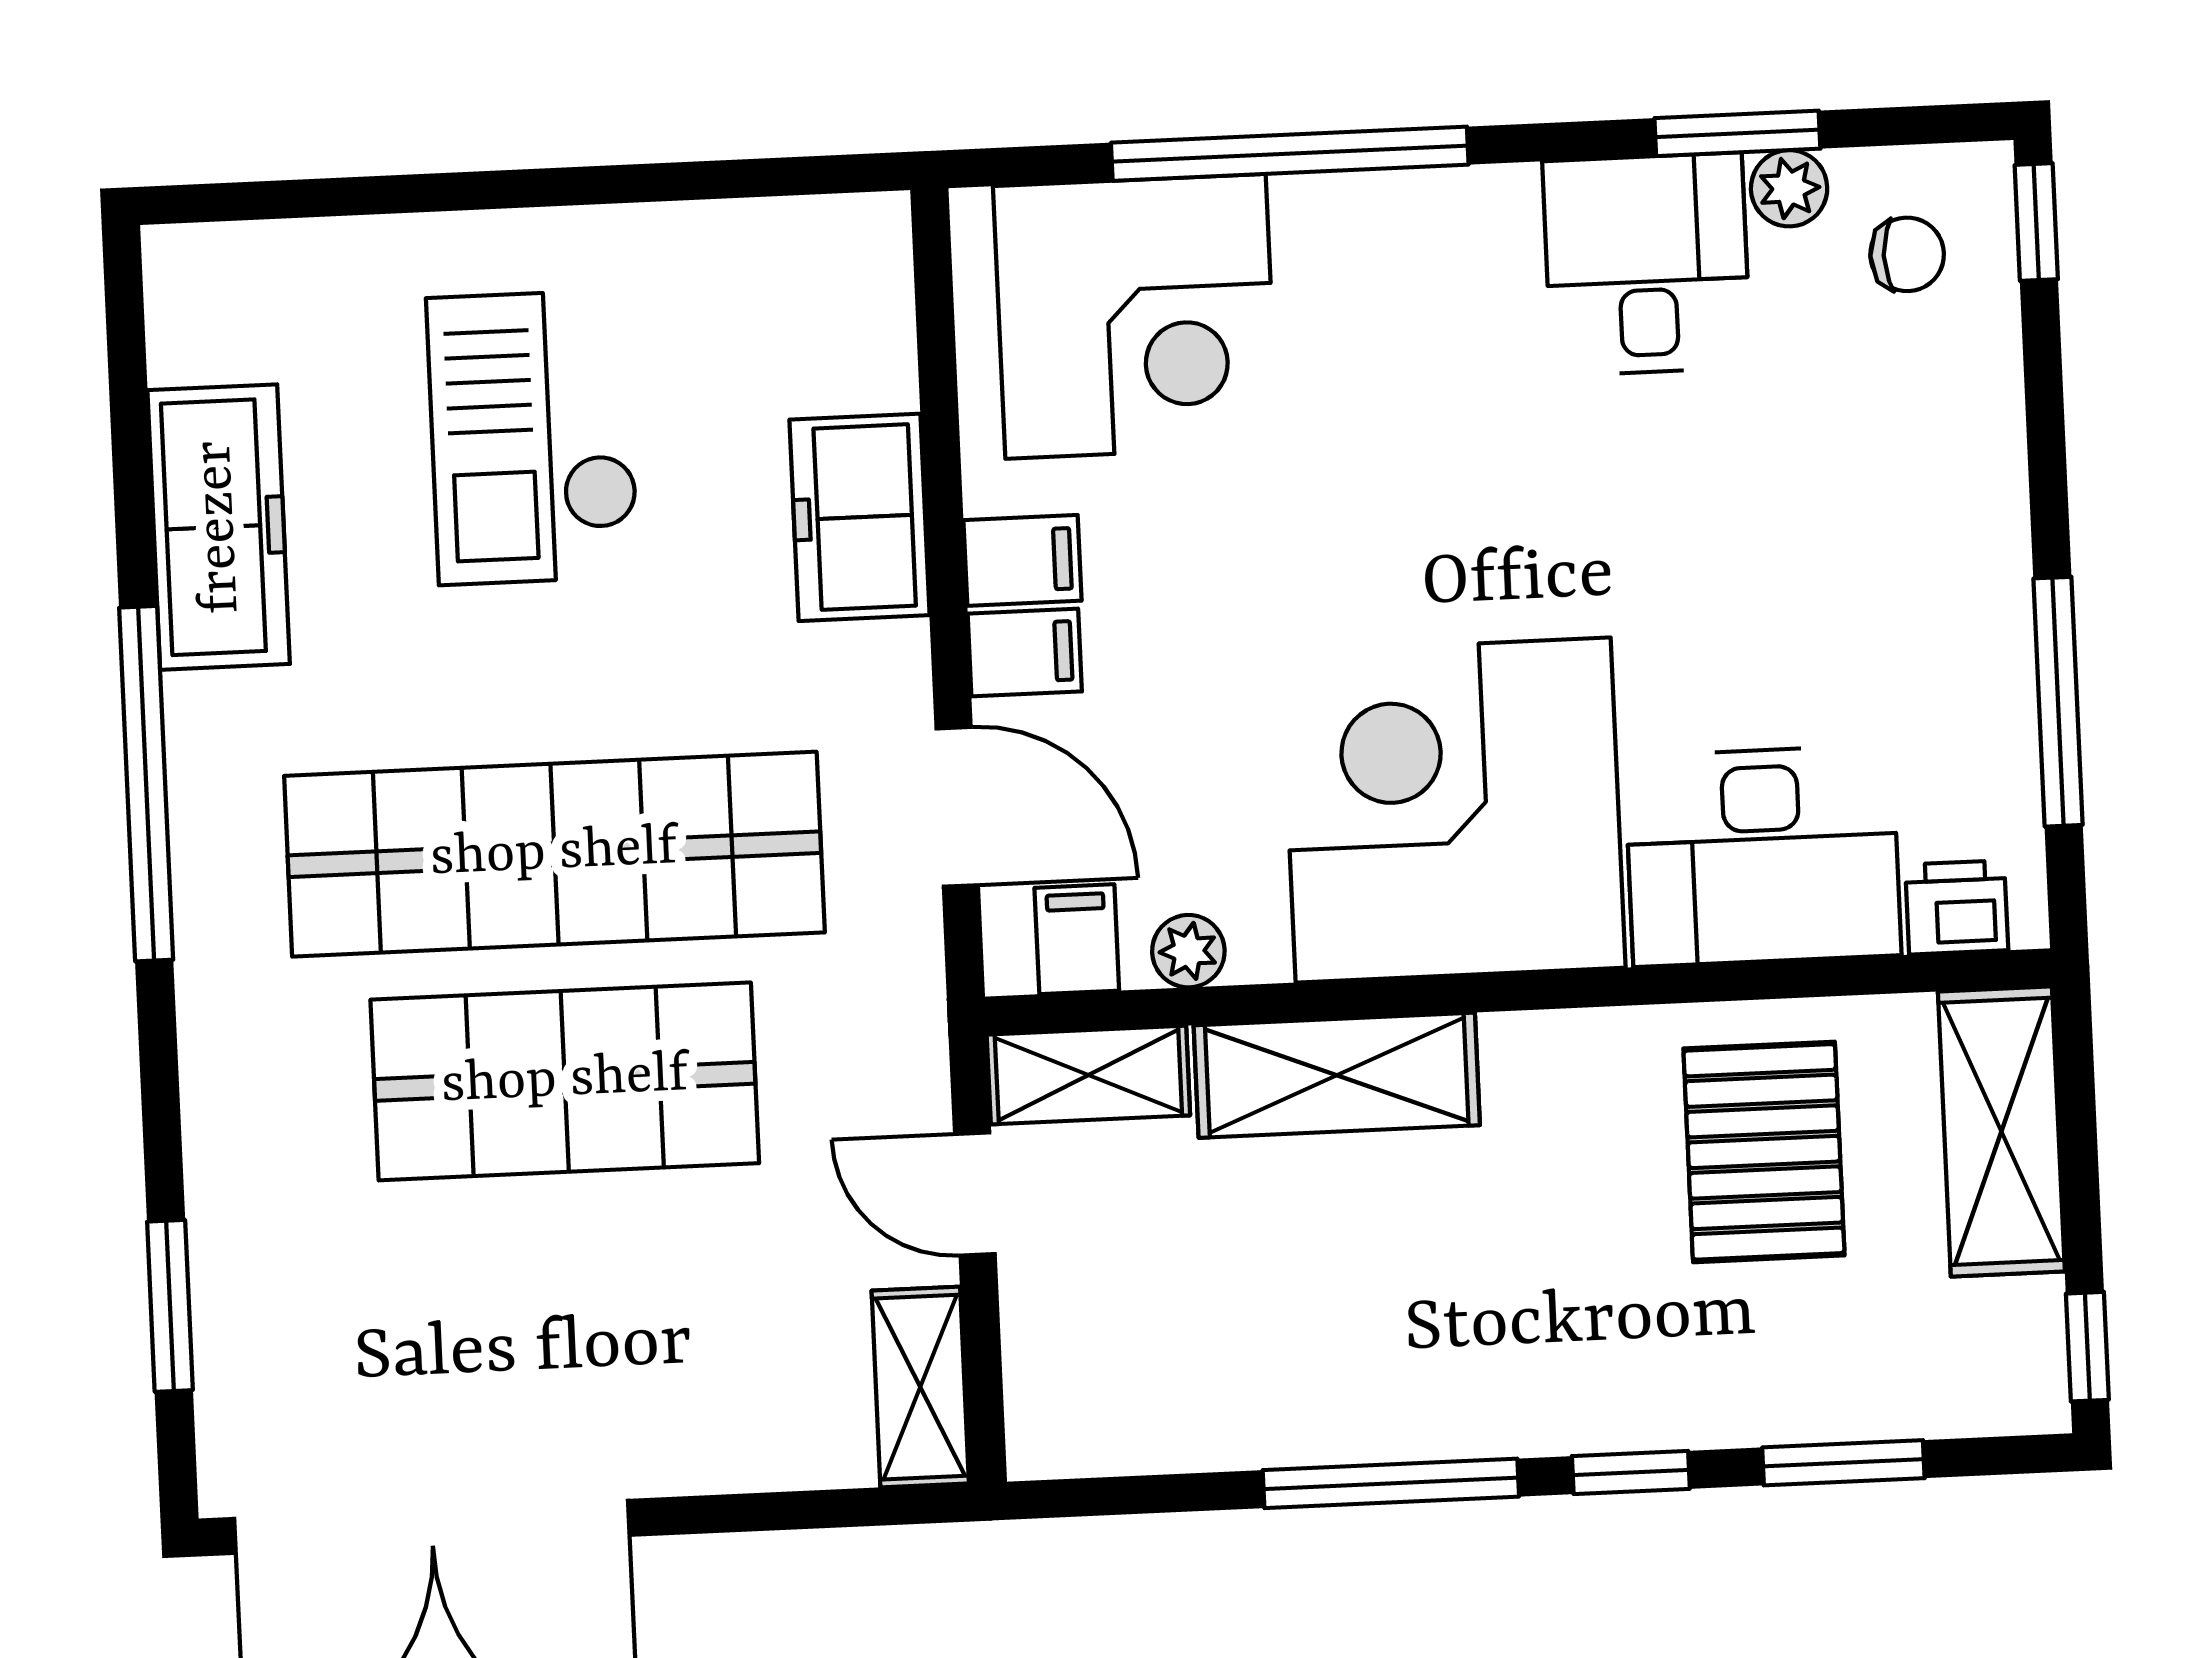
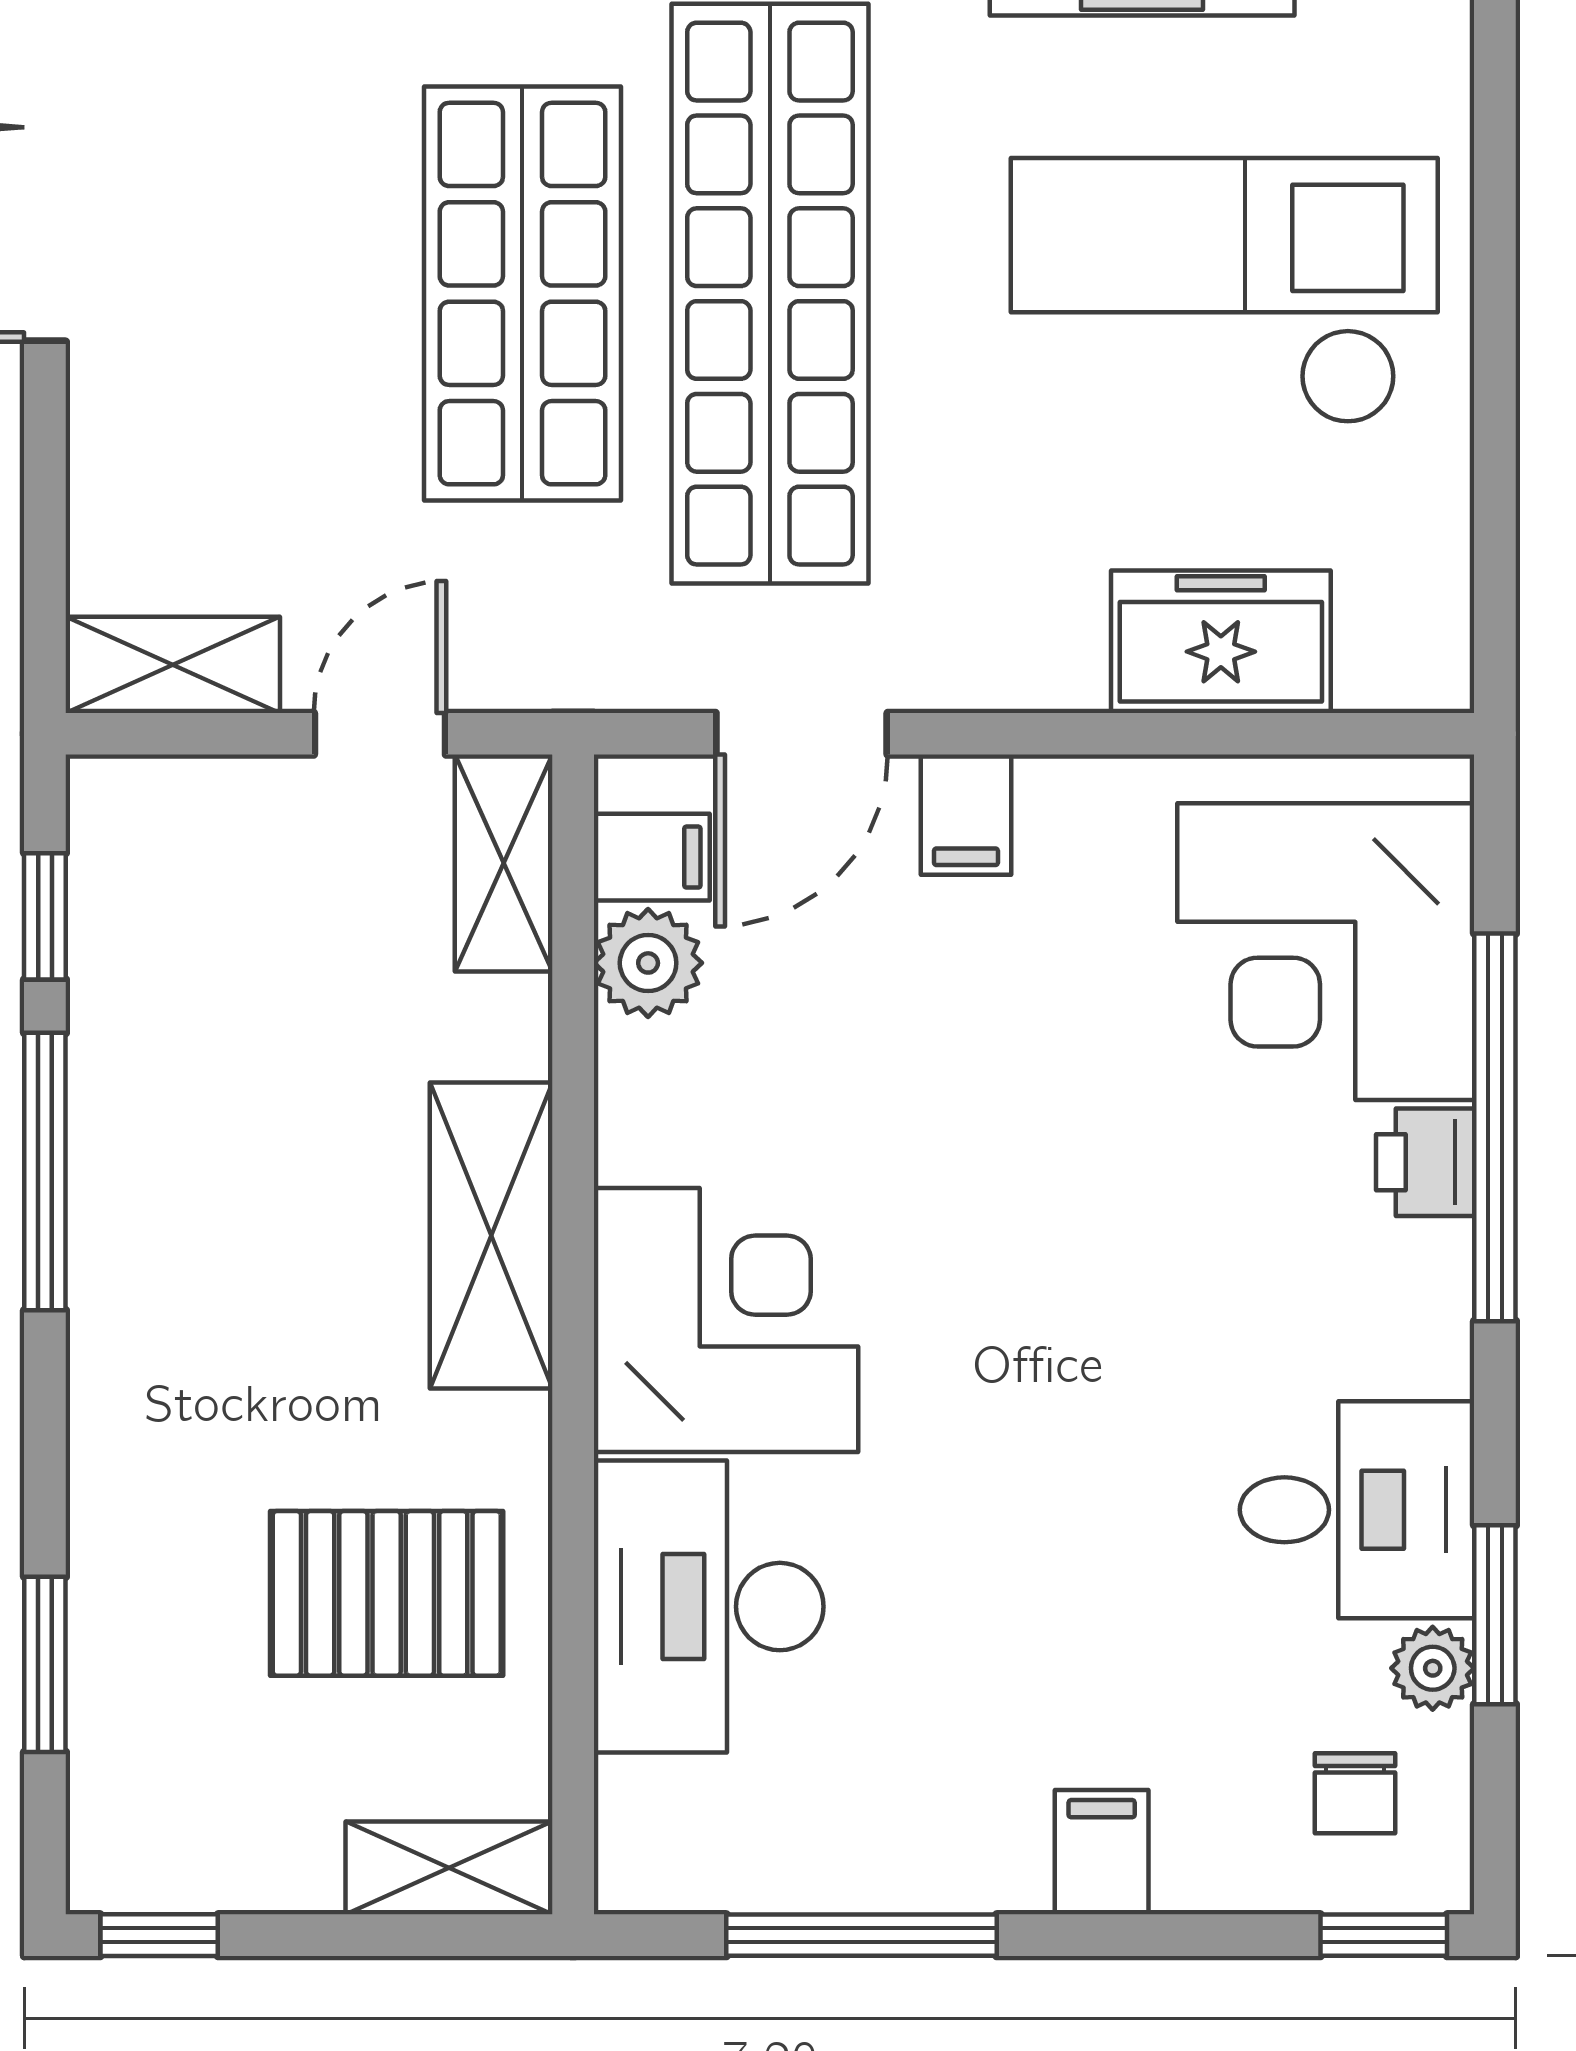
checkout: (533, 437) -> (1224, 291), width x1.36, depth x1.21
freezer: (859, 517) -> (1221, 642), moved
filing cabinet: (1022, 560) -> (1102, 1852), moved, turned 180
corner desk: (1453, 810) -> (726, 1320), width x0.74, depth x0.74
printer: (1957, 907) -> (1425, 1162), moved, turned 180
plant: (1188, 951) -> (648, 963), width x1.38, depth x1.38
shelving: (1337, 1075) -> (491, 1235), moved
shelving: (2001, 1131) -> (449, 1868), width x0.67, depth x0.75
window: (1631, 1472) -> (45, 916), moved

